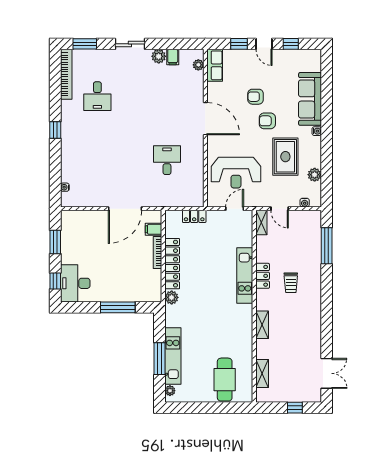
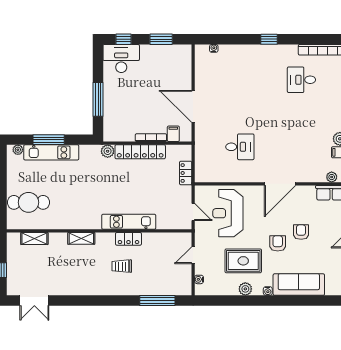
plant: (315, 175) -> (245, 289), moved
shelving: (261, 223) -> (180, 238), removed

